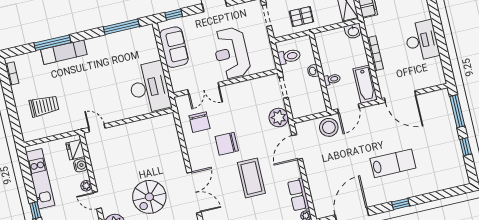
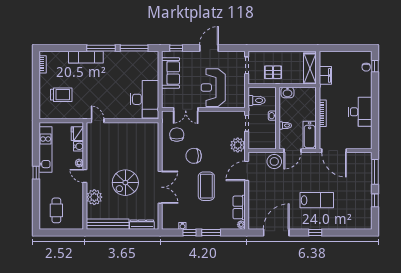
washbasin: (353, 31) -> (287, 93), moved
window: (52, 43) -> (101, 48), moved
chair: (199, 122) -> (177, 135), turned 180

